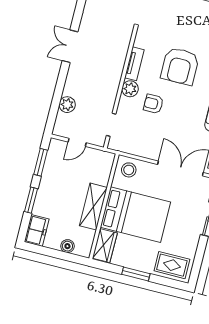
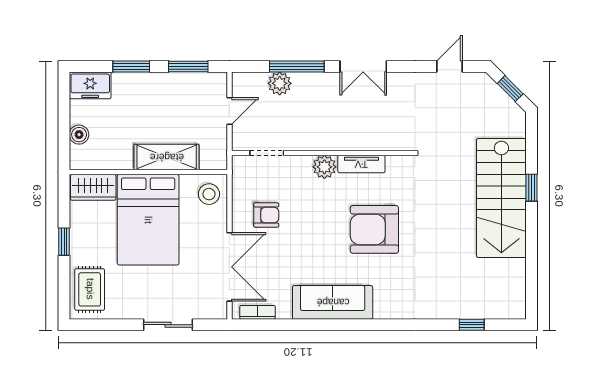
double door: (70, 46) -> (363, 66), swing flipped
window: (59, 90) -> (297, 66), added
armchair: (153, 104) -> (266, 215), moved, turned 90
door: (77, 142) -> (229, 111), swing flipped
shelving: (93, 207) -> (167, 157), moved
window: (136, 274) -> (64, 242), width x0.67

